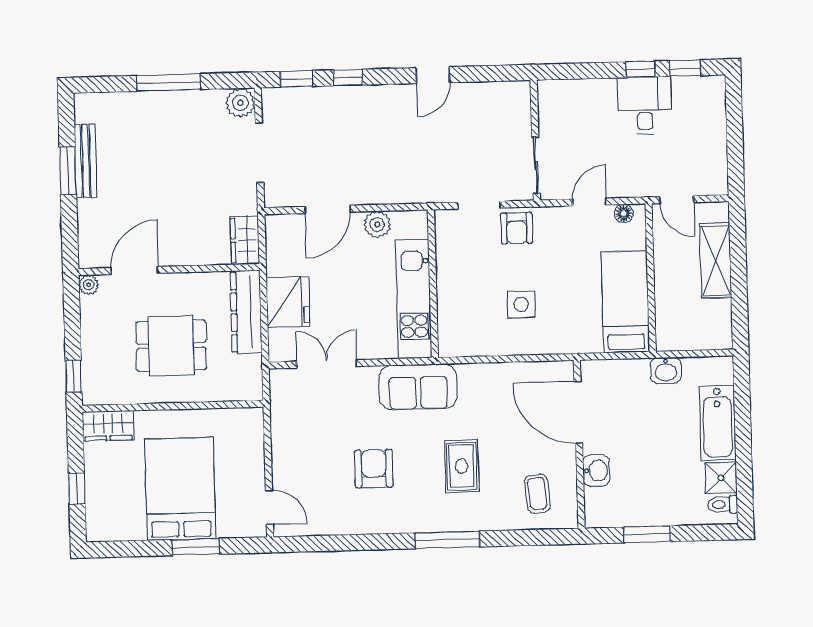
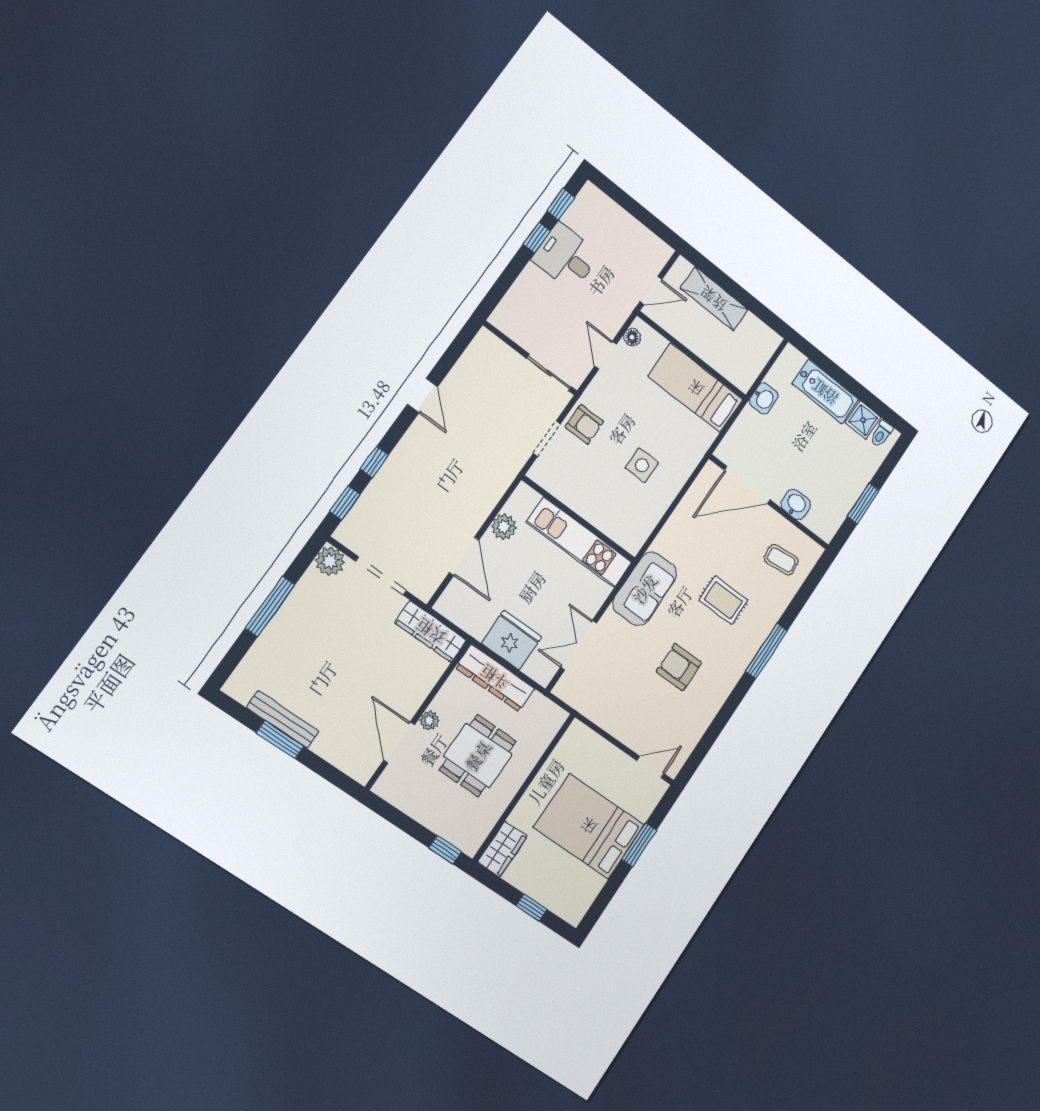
wardrobe: (245, 240) -> (431, 632), width x1.50
plant: (89, 285) -> (429, 721), moved

